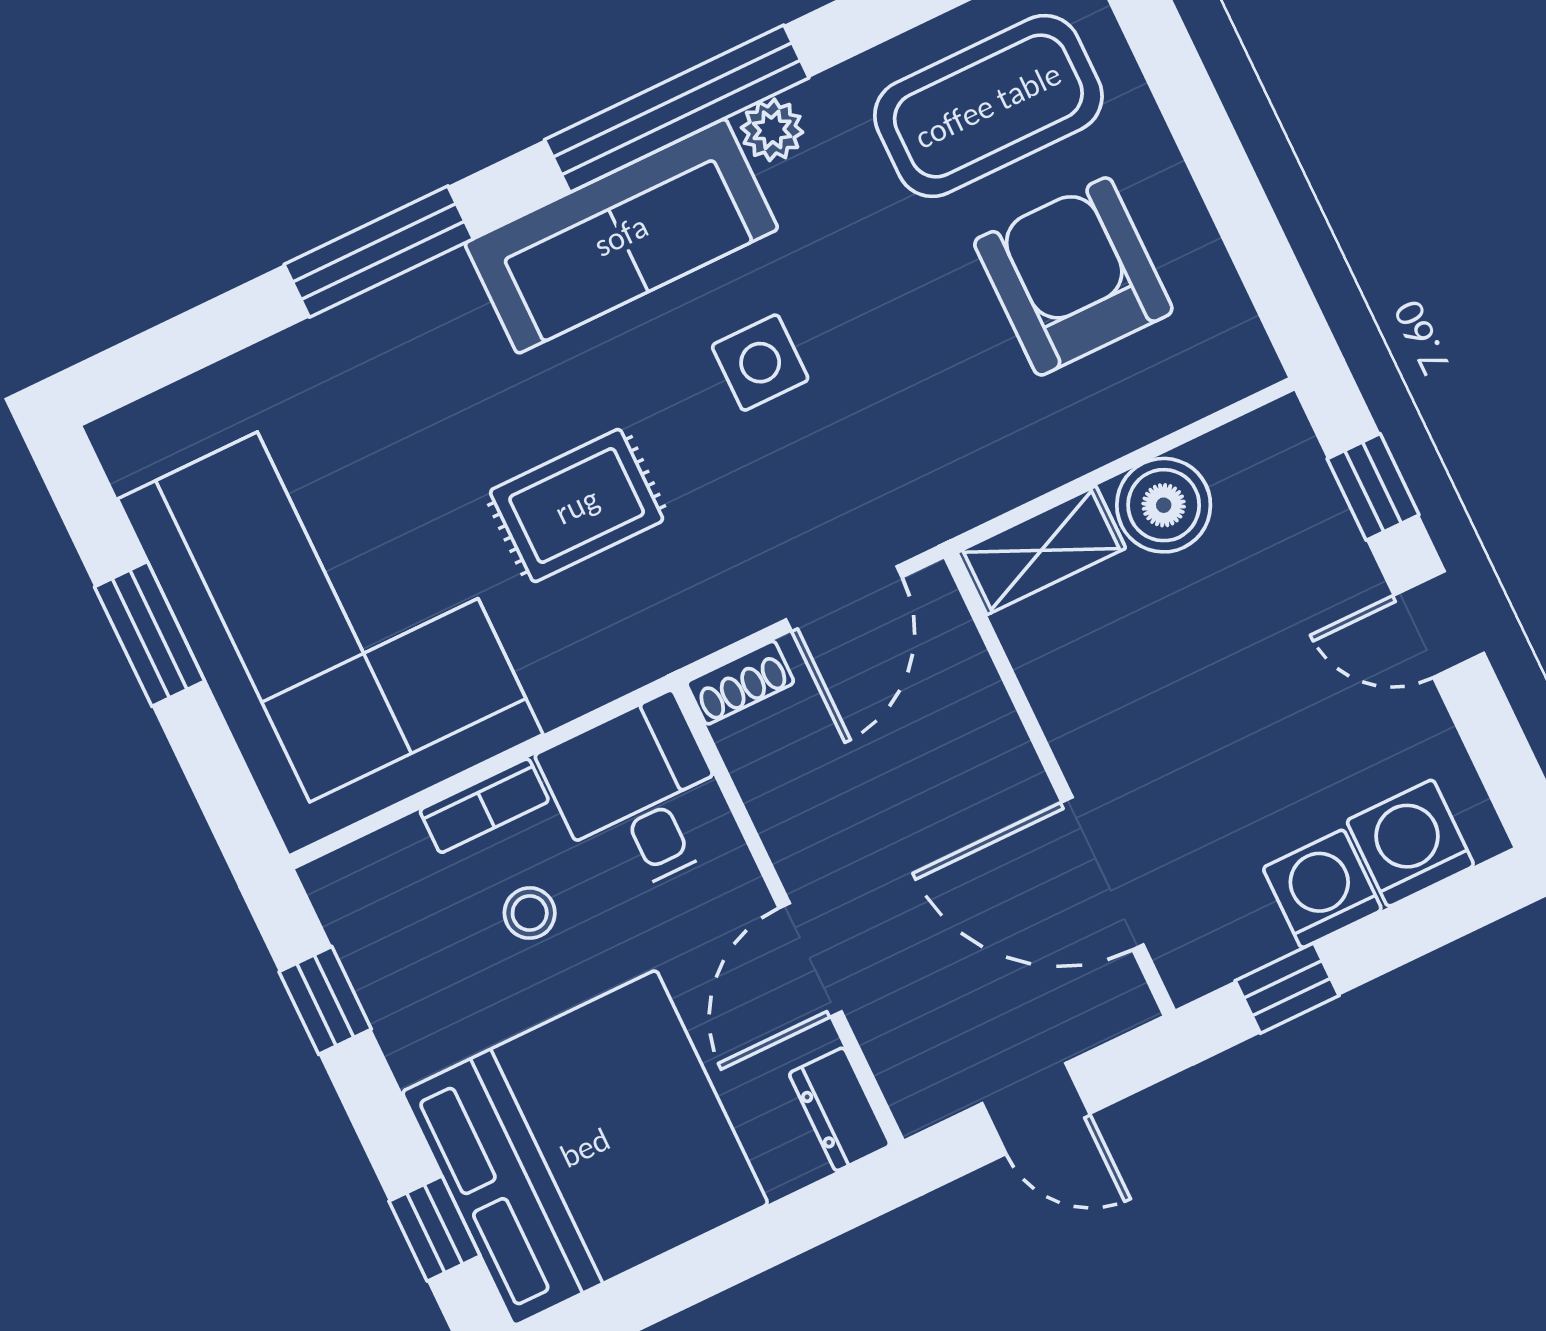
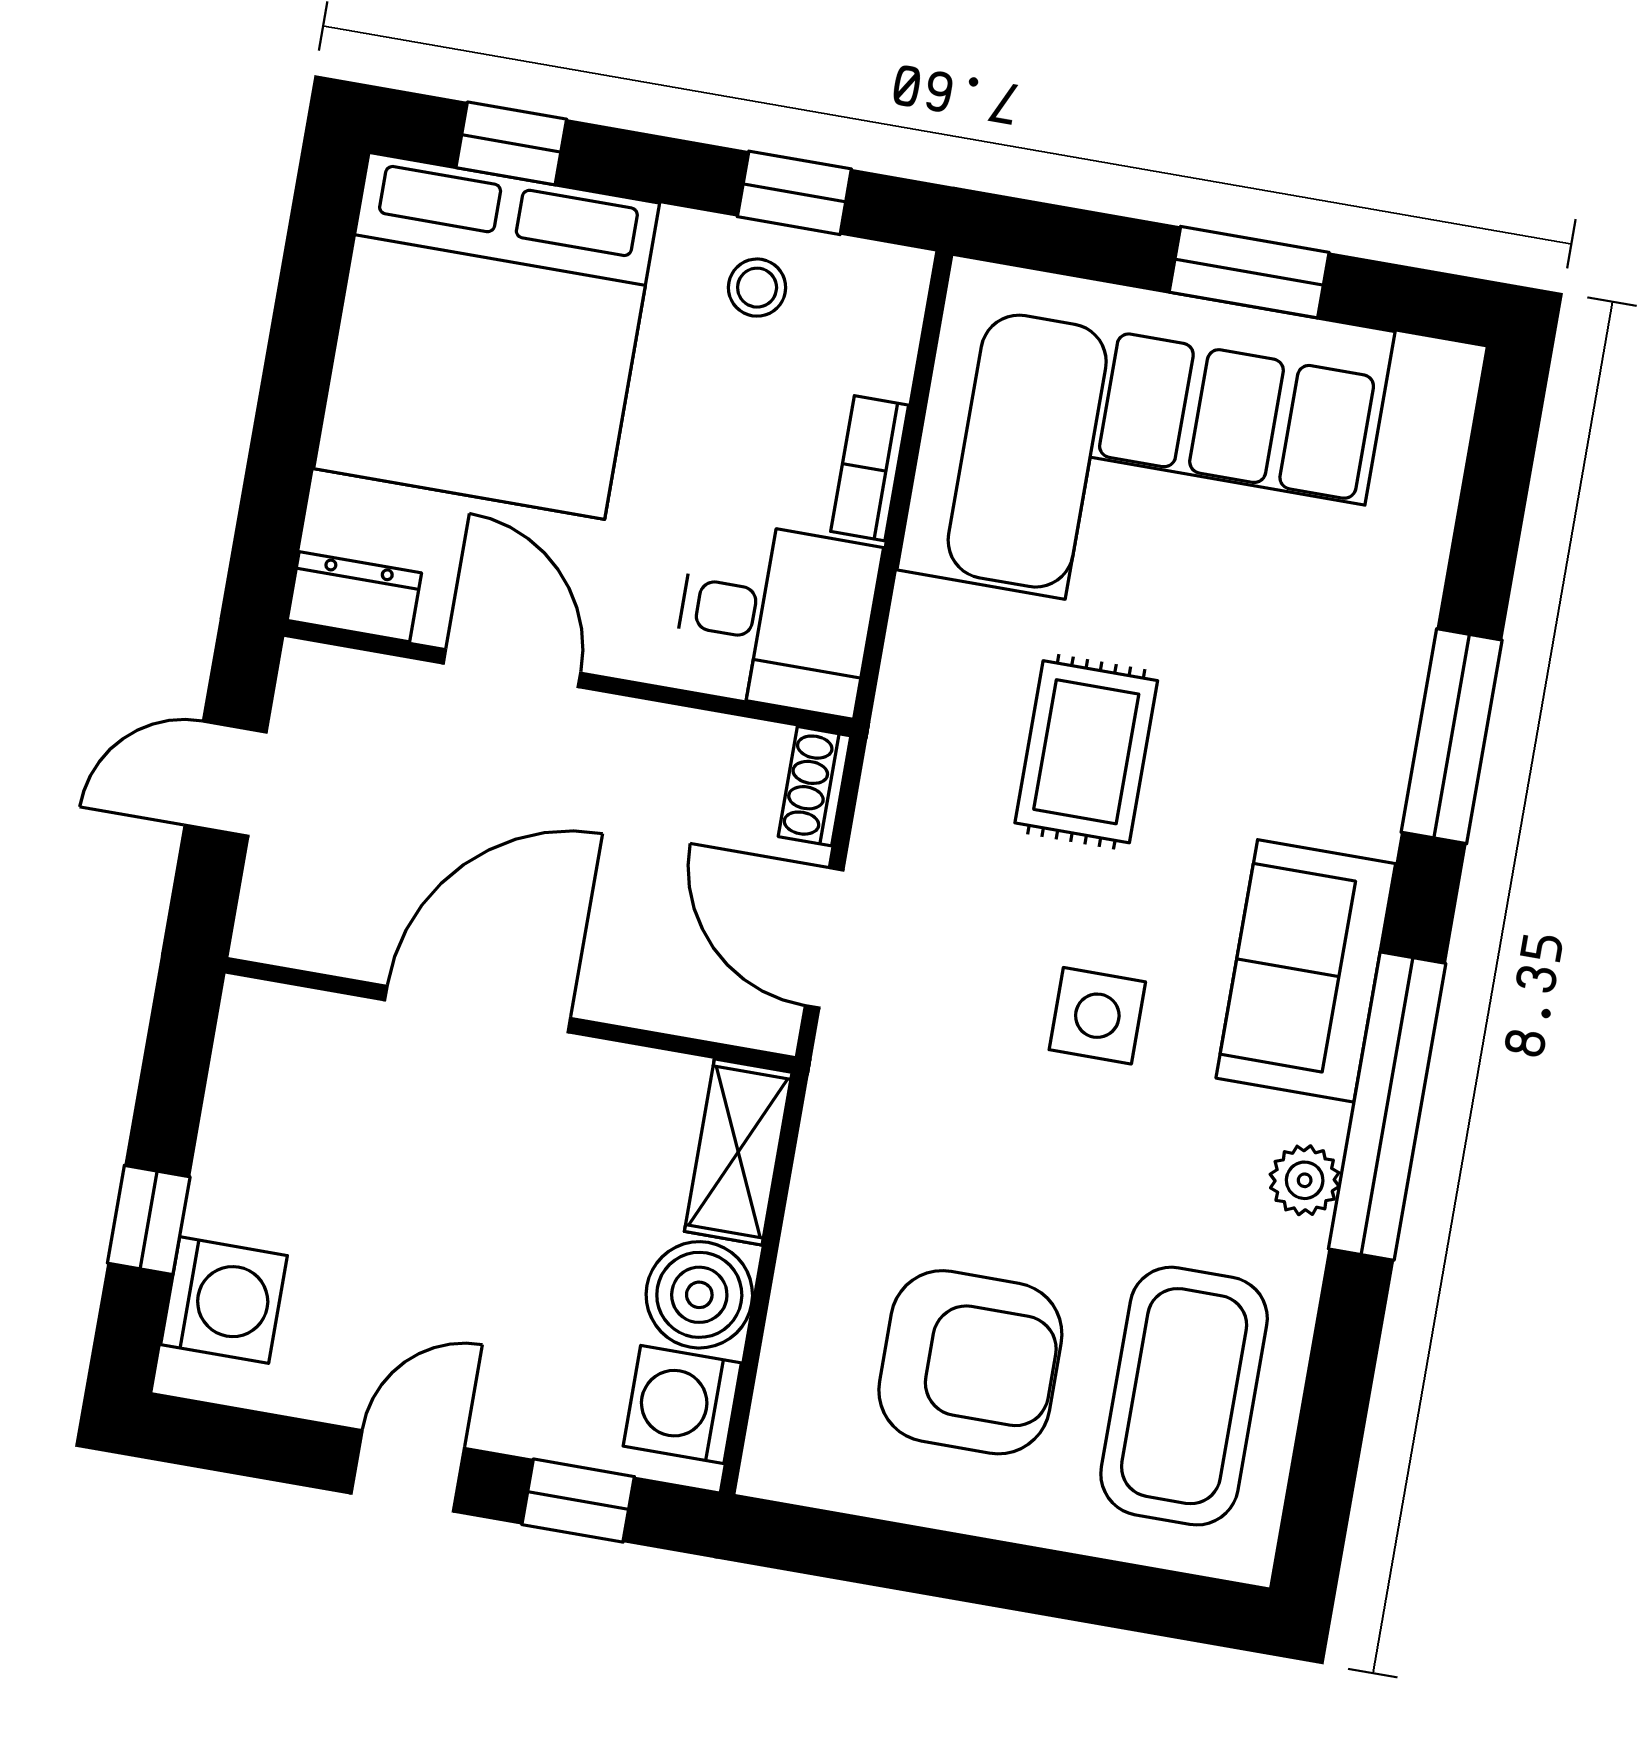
sofa: (621, 236) -> (1306, 971), width x0.73
door: (1103, 873) -> (478, 1009), moved
washing machine: (1322, 889) -> (682, 1405), moved, turned 180
stool: (530, 913) -> (757, 288), moved
window: (1287, 988) -> (149, 1220), moved

